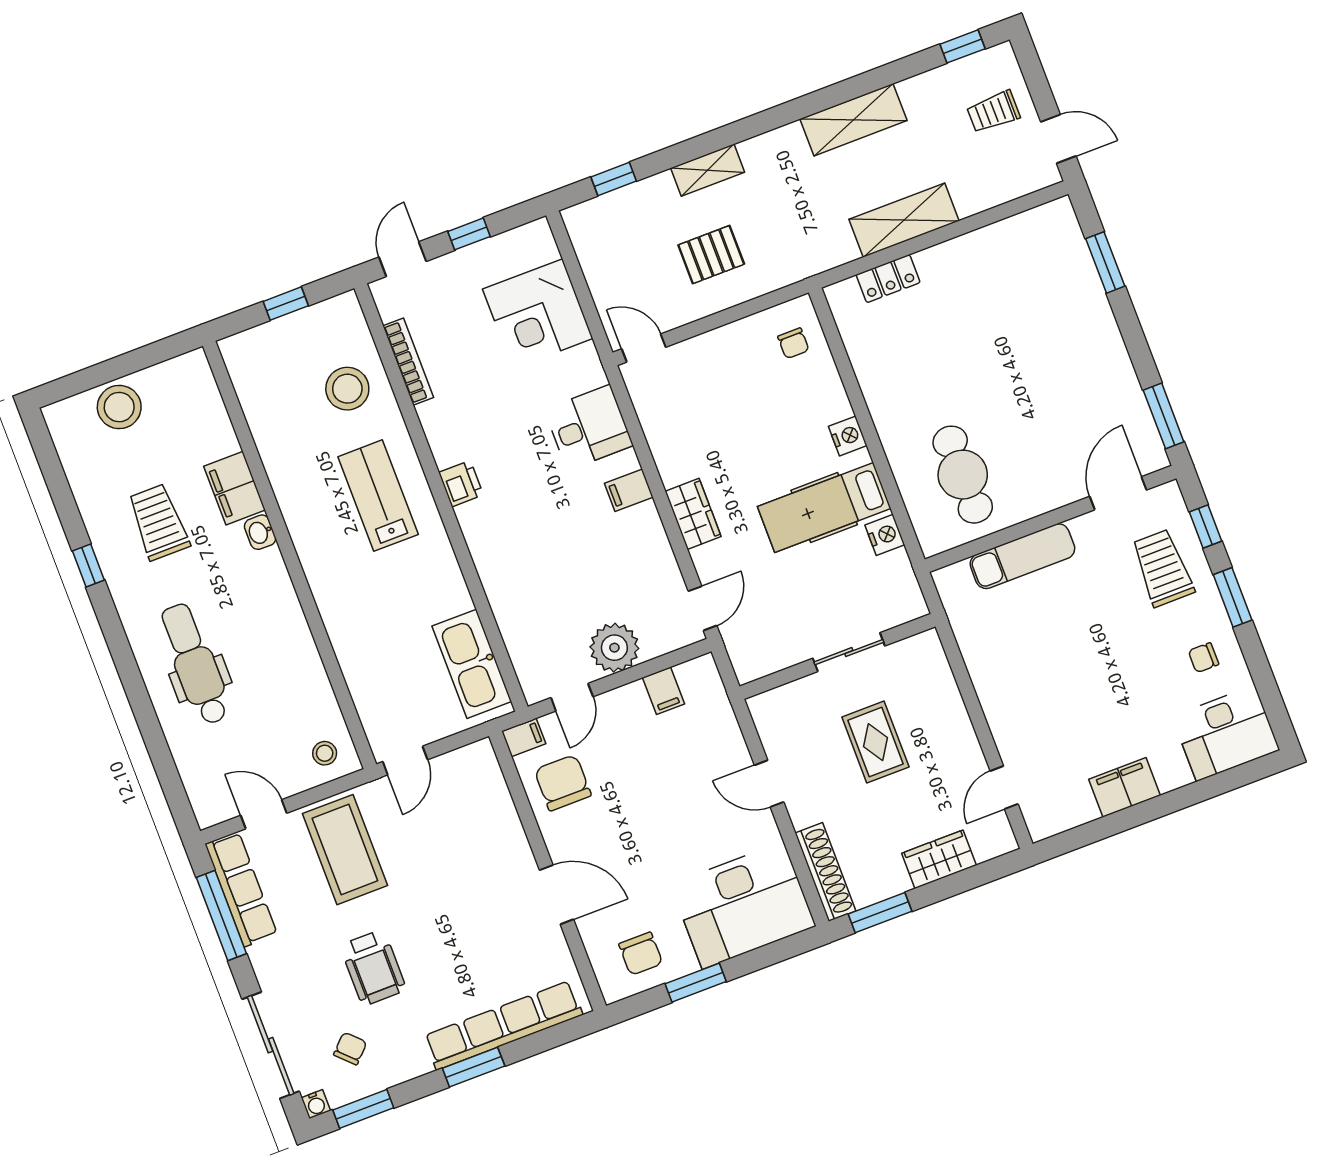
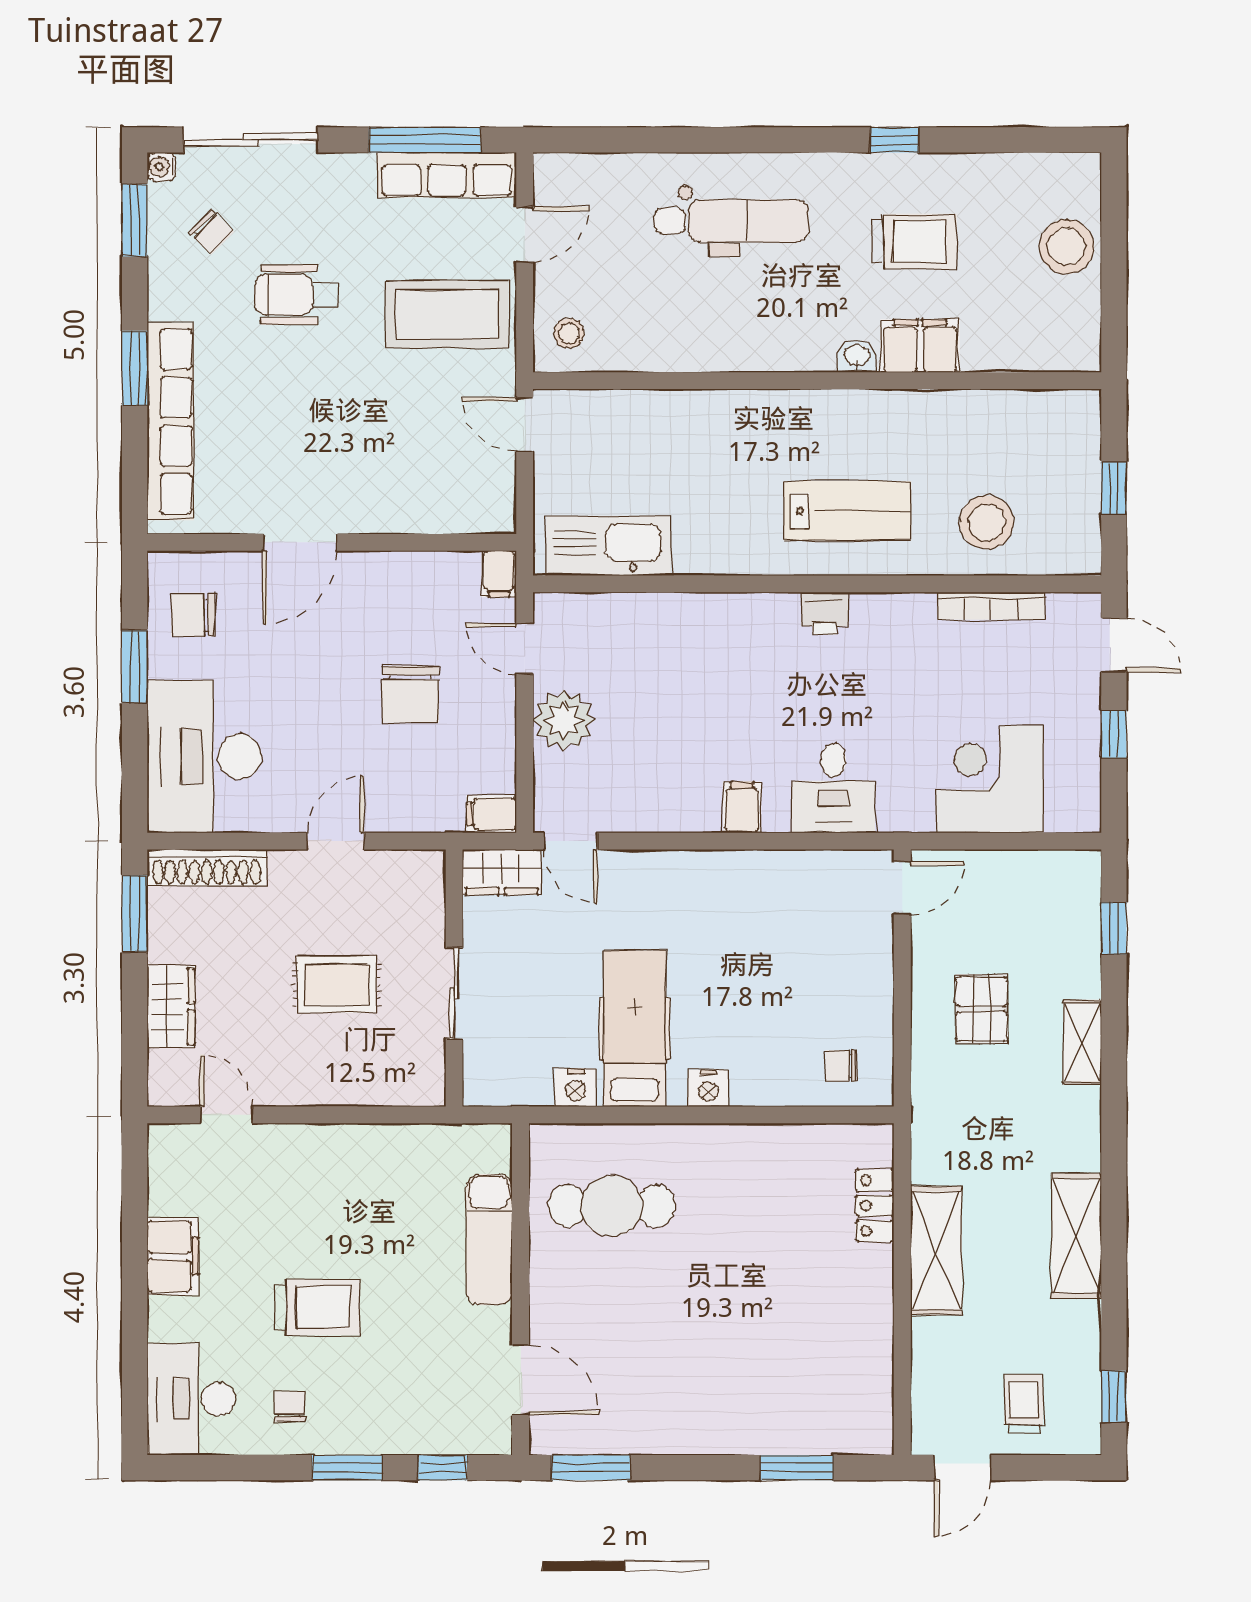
wardrobe: (693, 514) -> (502, 872), moved
trolley: (1163, 568) -> (317, 1307), moved
filing cabinet: (664, 691) -> (491, 814), moved
chair: (563, 783) -> (411, 694), moved, turned 90

